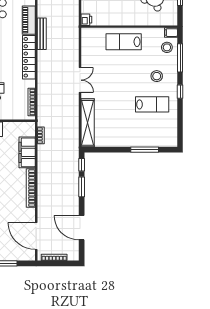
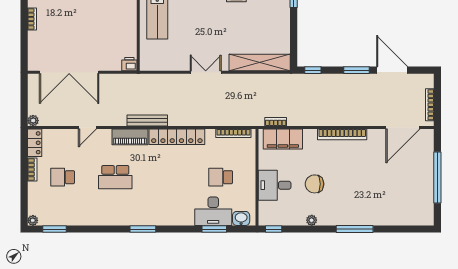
filing cabinet: (27, 152) -> (283, 139), moved
window: (82, 187) -> (357, 70), moved
door: (82, 228) -> (392, 70), swing flipped

